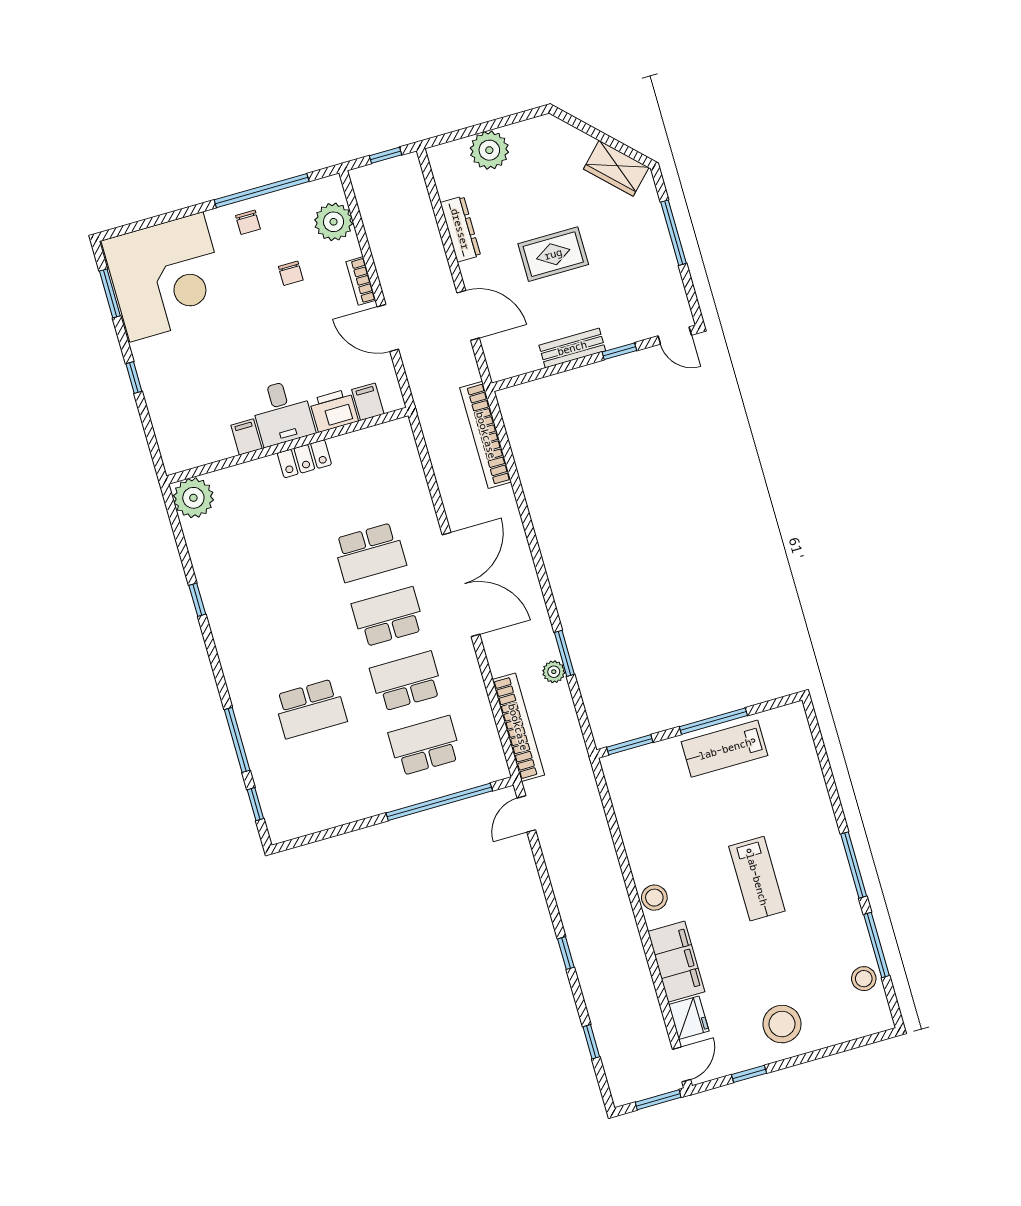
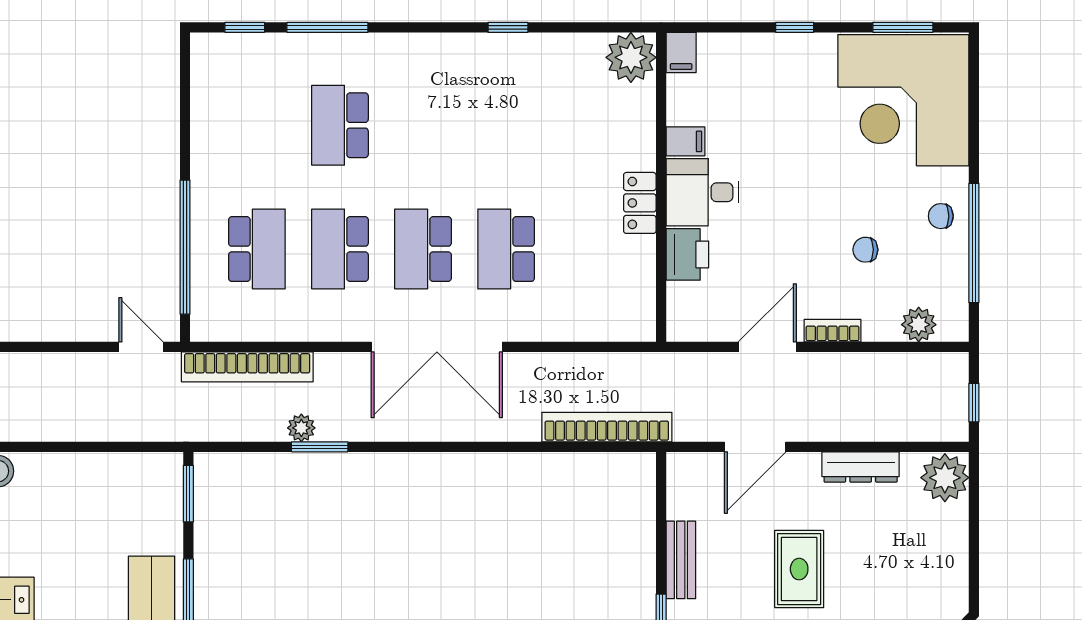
plant: (489, 150) -> (945, 478), moved
plant: (334, 222) -> (919, 325), width x0.73, depth x0.73
filing cabinet: (368, 402) -> (681, 52), moved, turned 90
school desk: (388, 617) -> (423, 249), turned 180
school desk: (406, 681) -> (340, 249), turned 180

